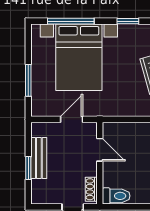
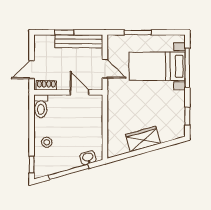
bed with nightstands: (79, 57) -> (157, 66), width x0.73
door: (100, 150) -> (79, 92), swing flipped
bench: (39, 158) -> (79, 41), width x1.36

